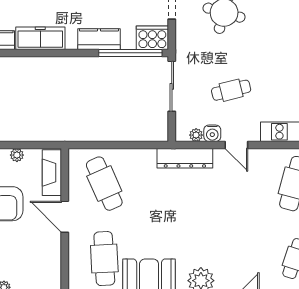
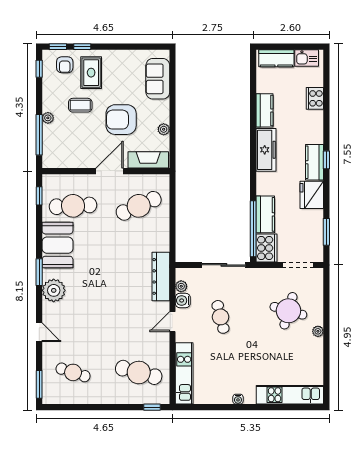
kitchen counter: (99, 39) -> (265, 214), moved

